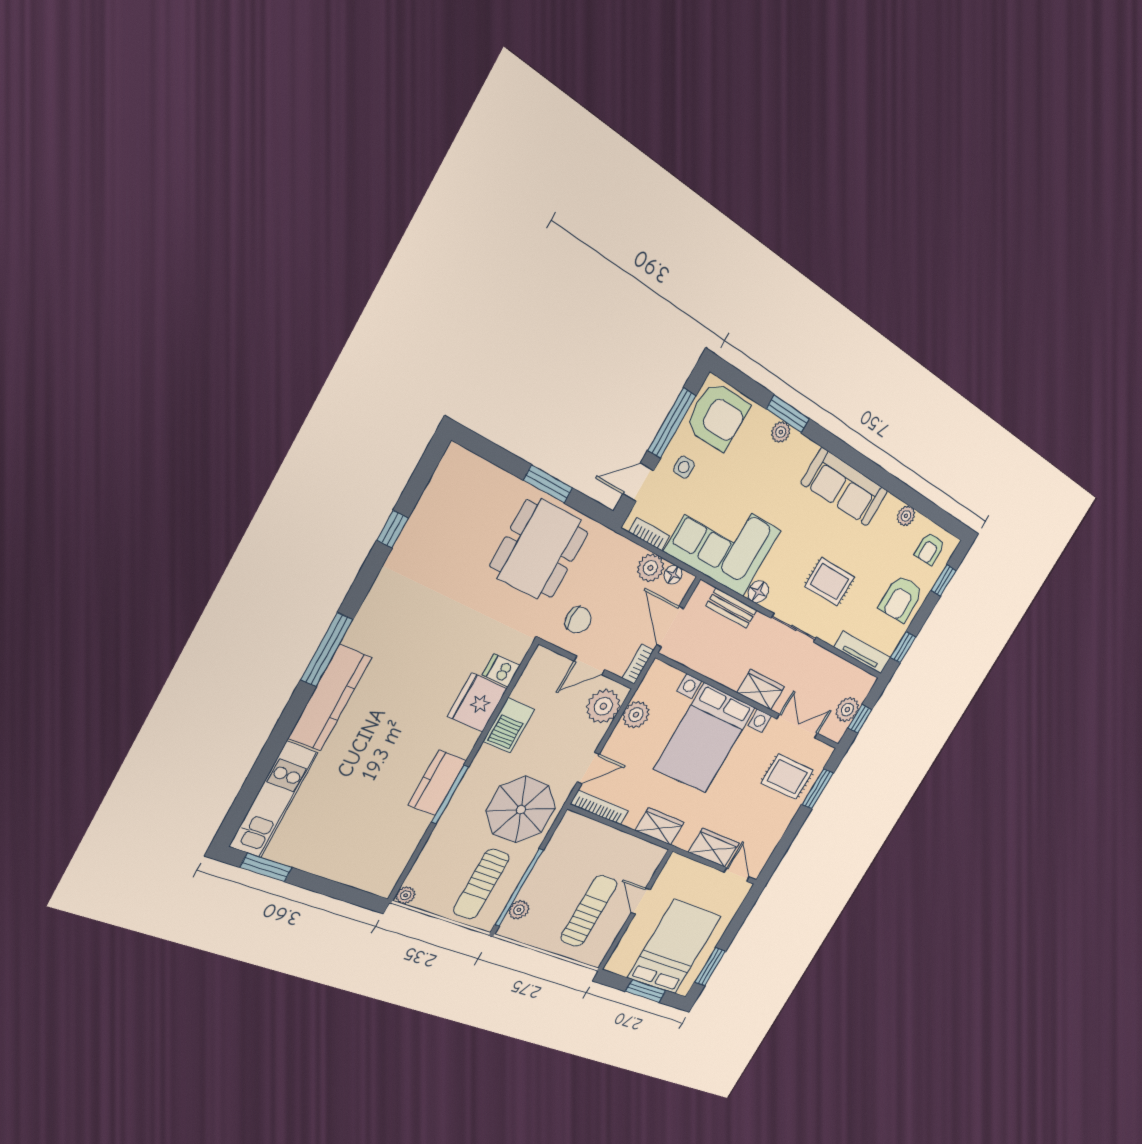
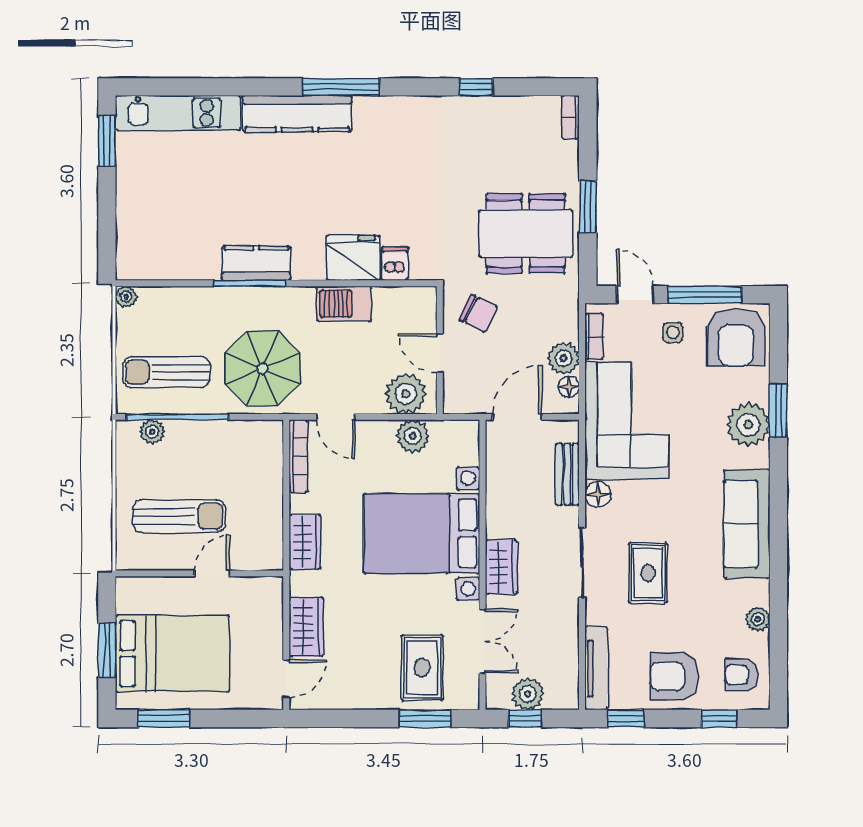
plant: (781, 432) -> (748, 425), width x1.87, depth x1.87
chair: (578, 620) -> (478, 313), turned -64
bookcase: (638, 664) -> (570, 117), moved, turned -90

